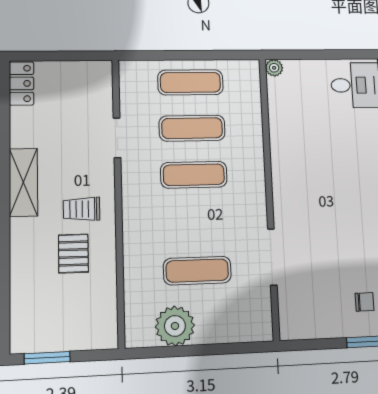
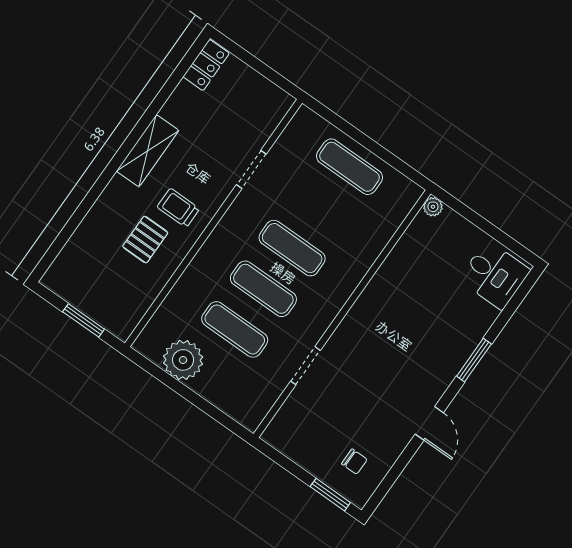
exercise mat: (192, 128) -> (263, 289), moved
doorway: (272, 257) -> (305, 366), width x0.73
window: (47, 358) -> (84, 320), moved

